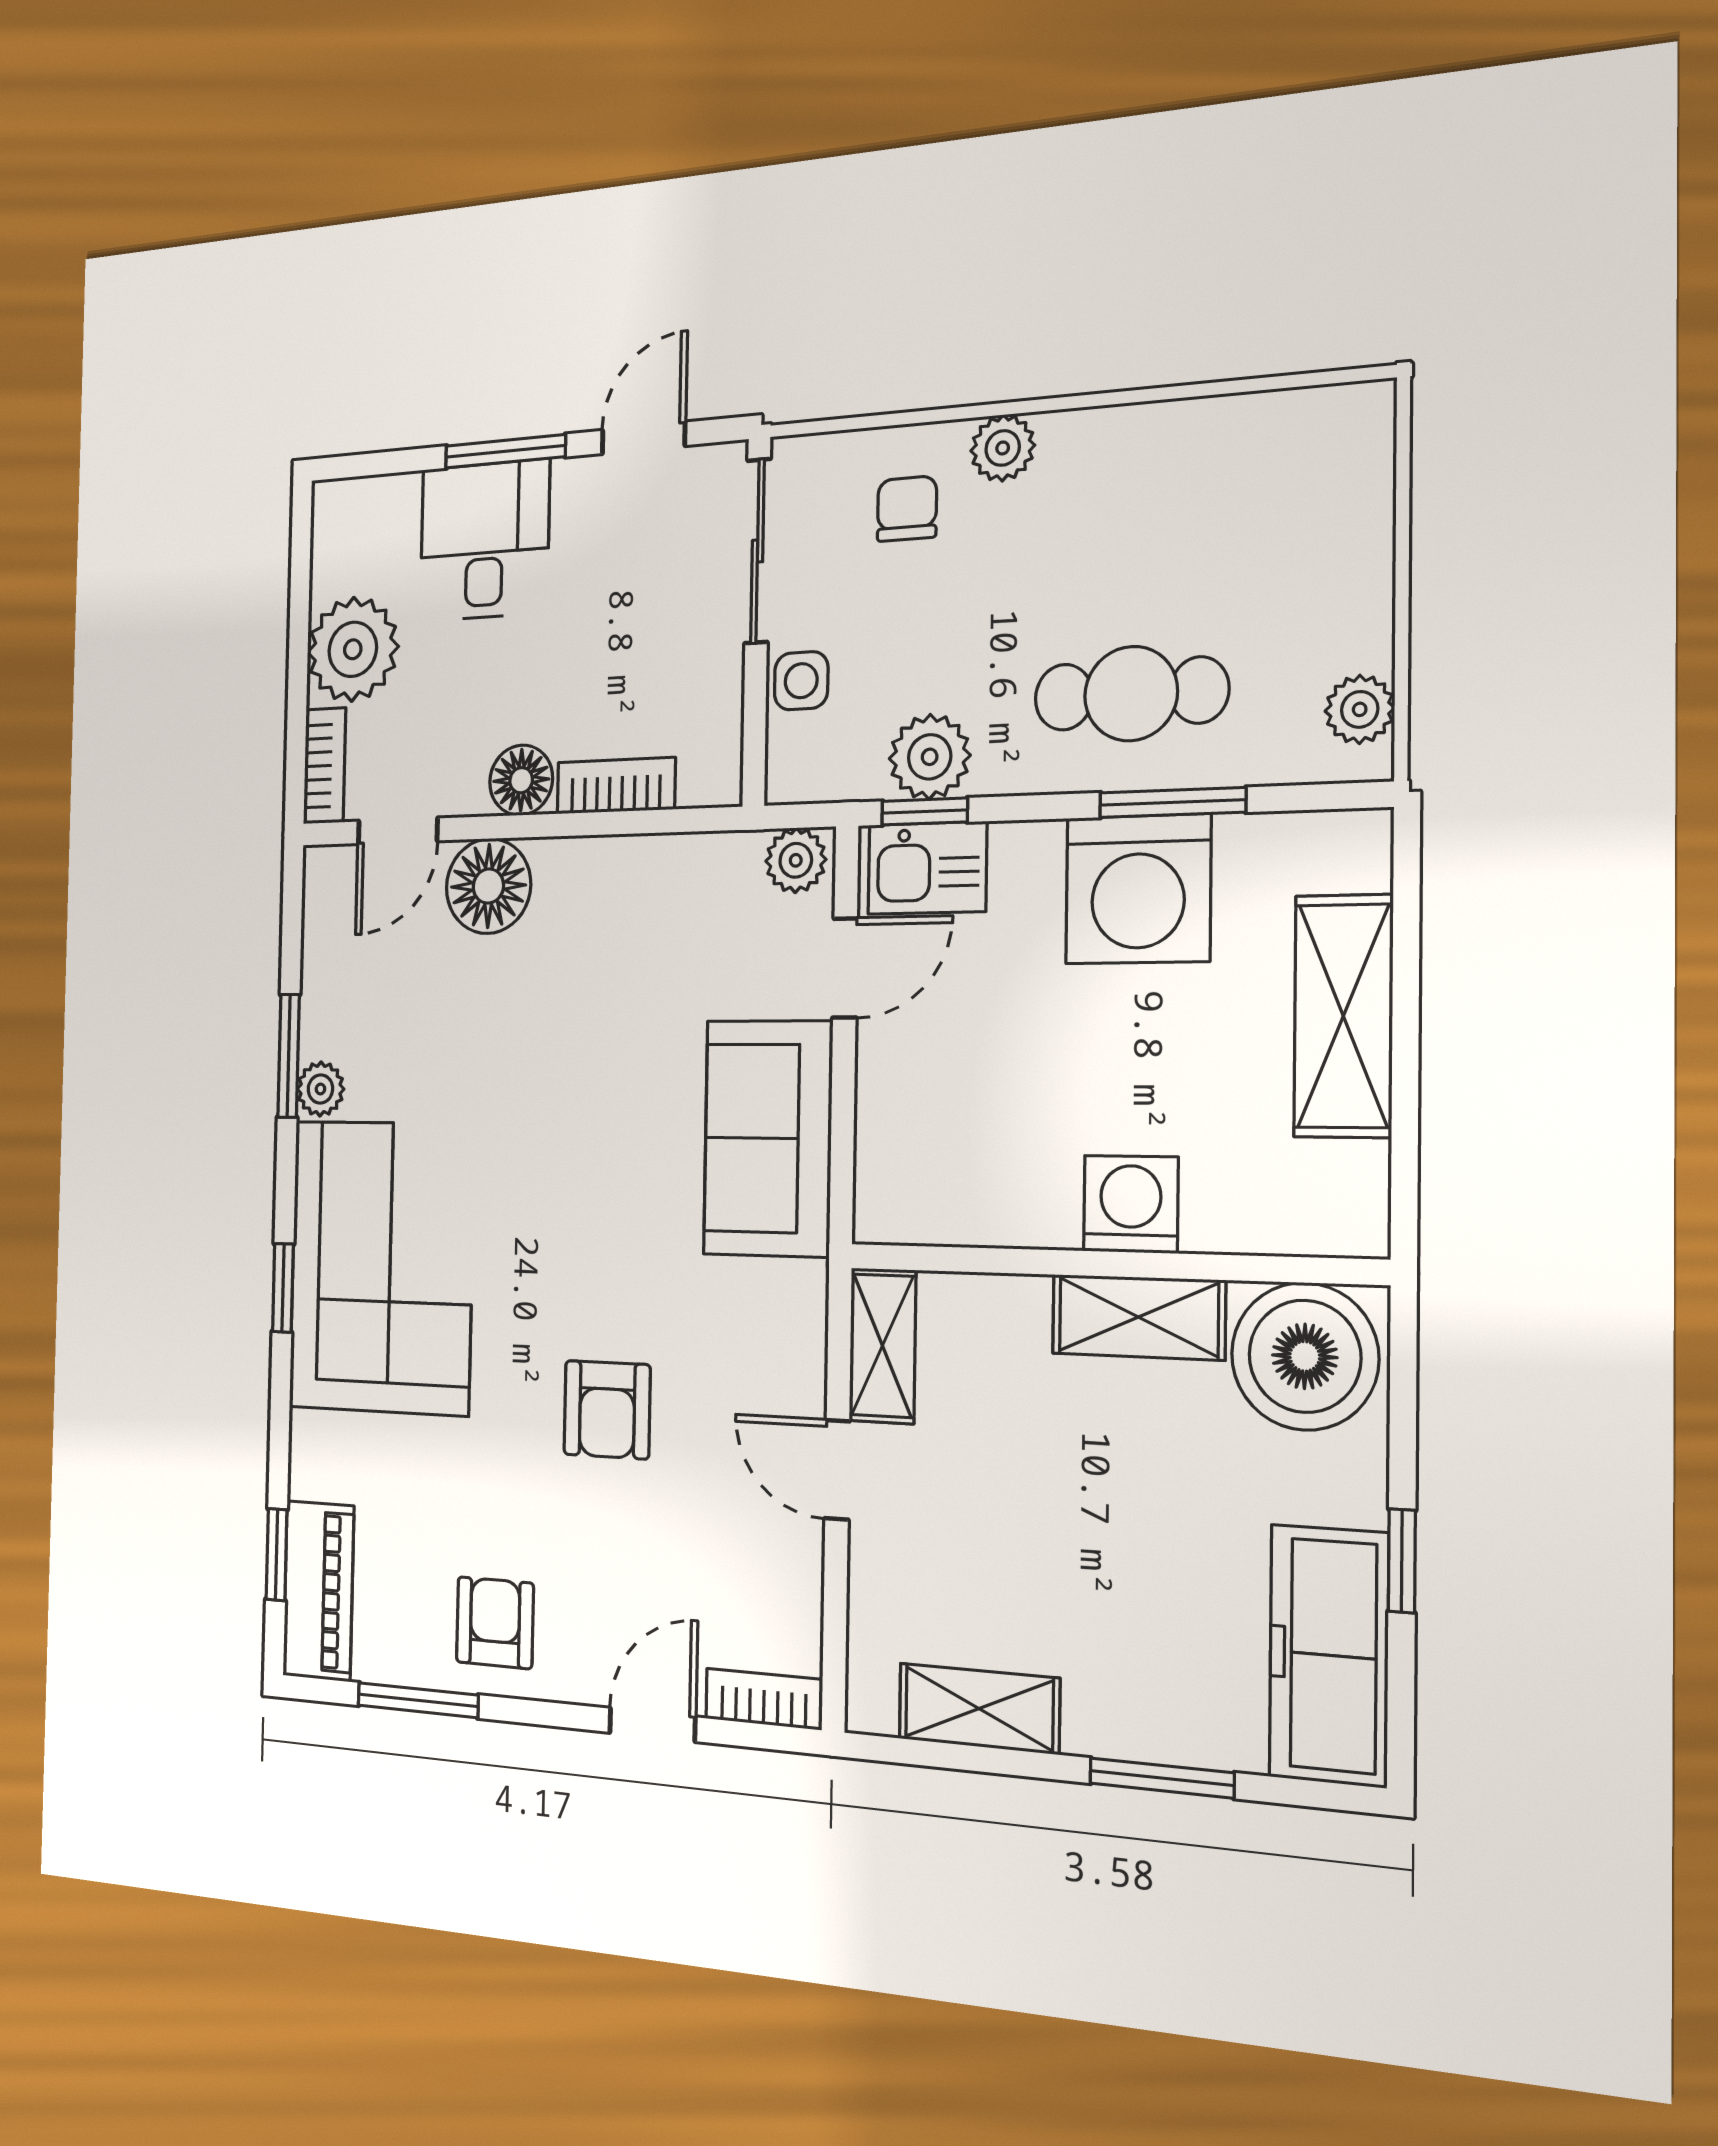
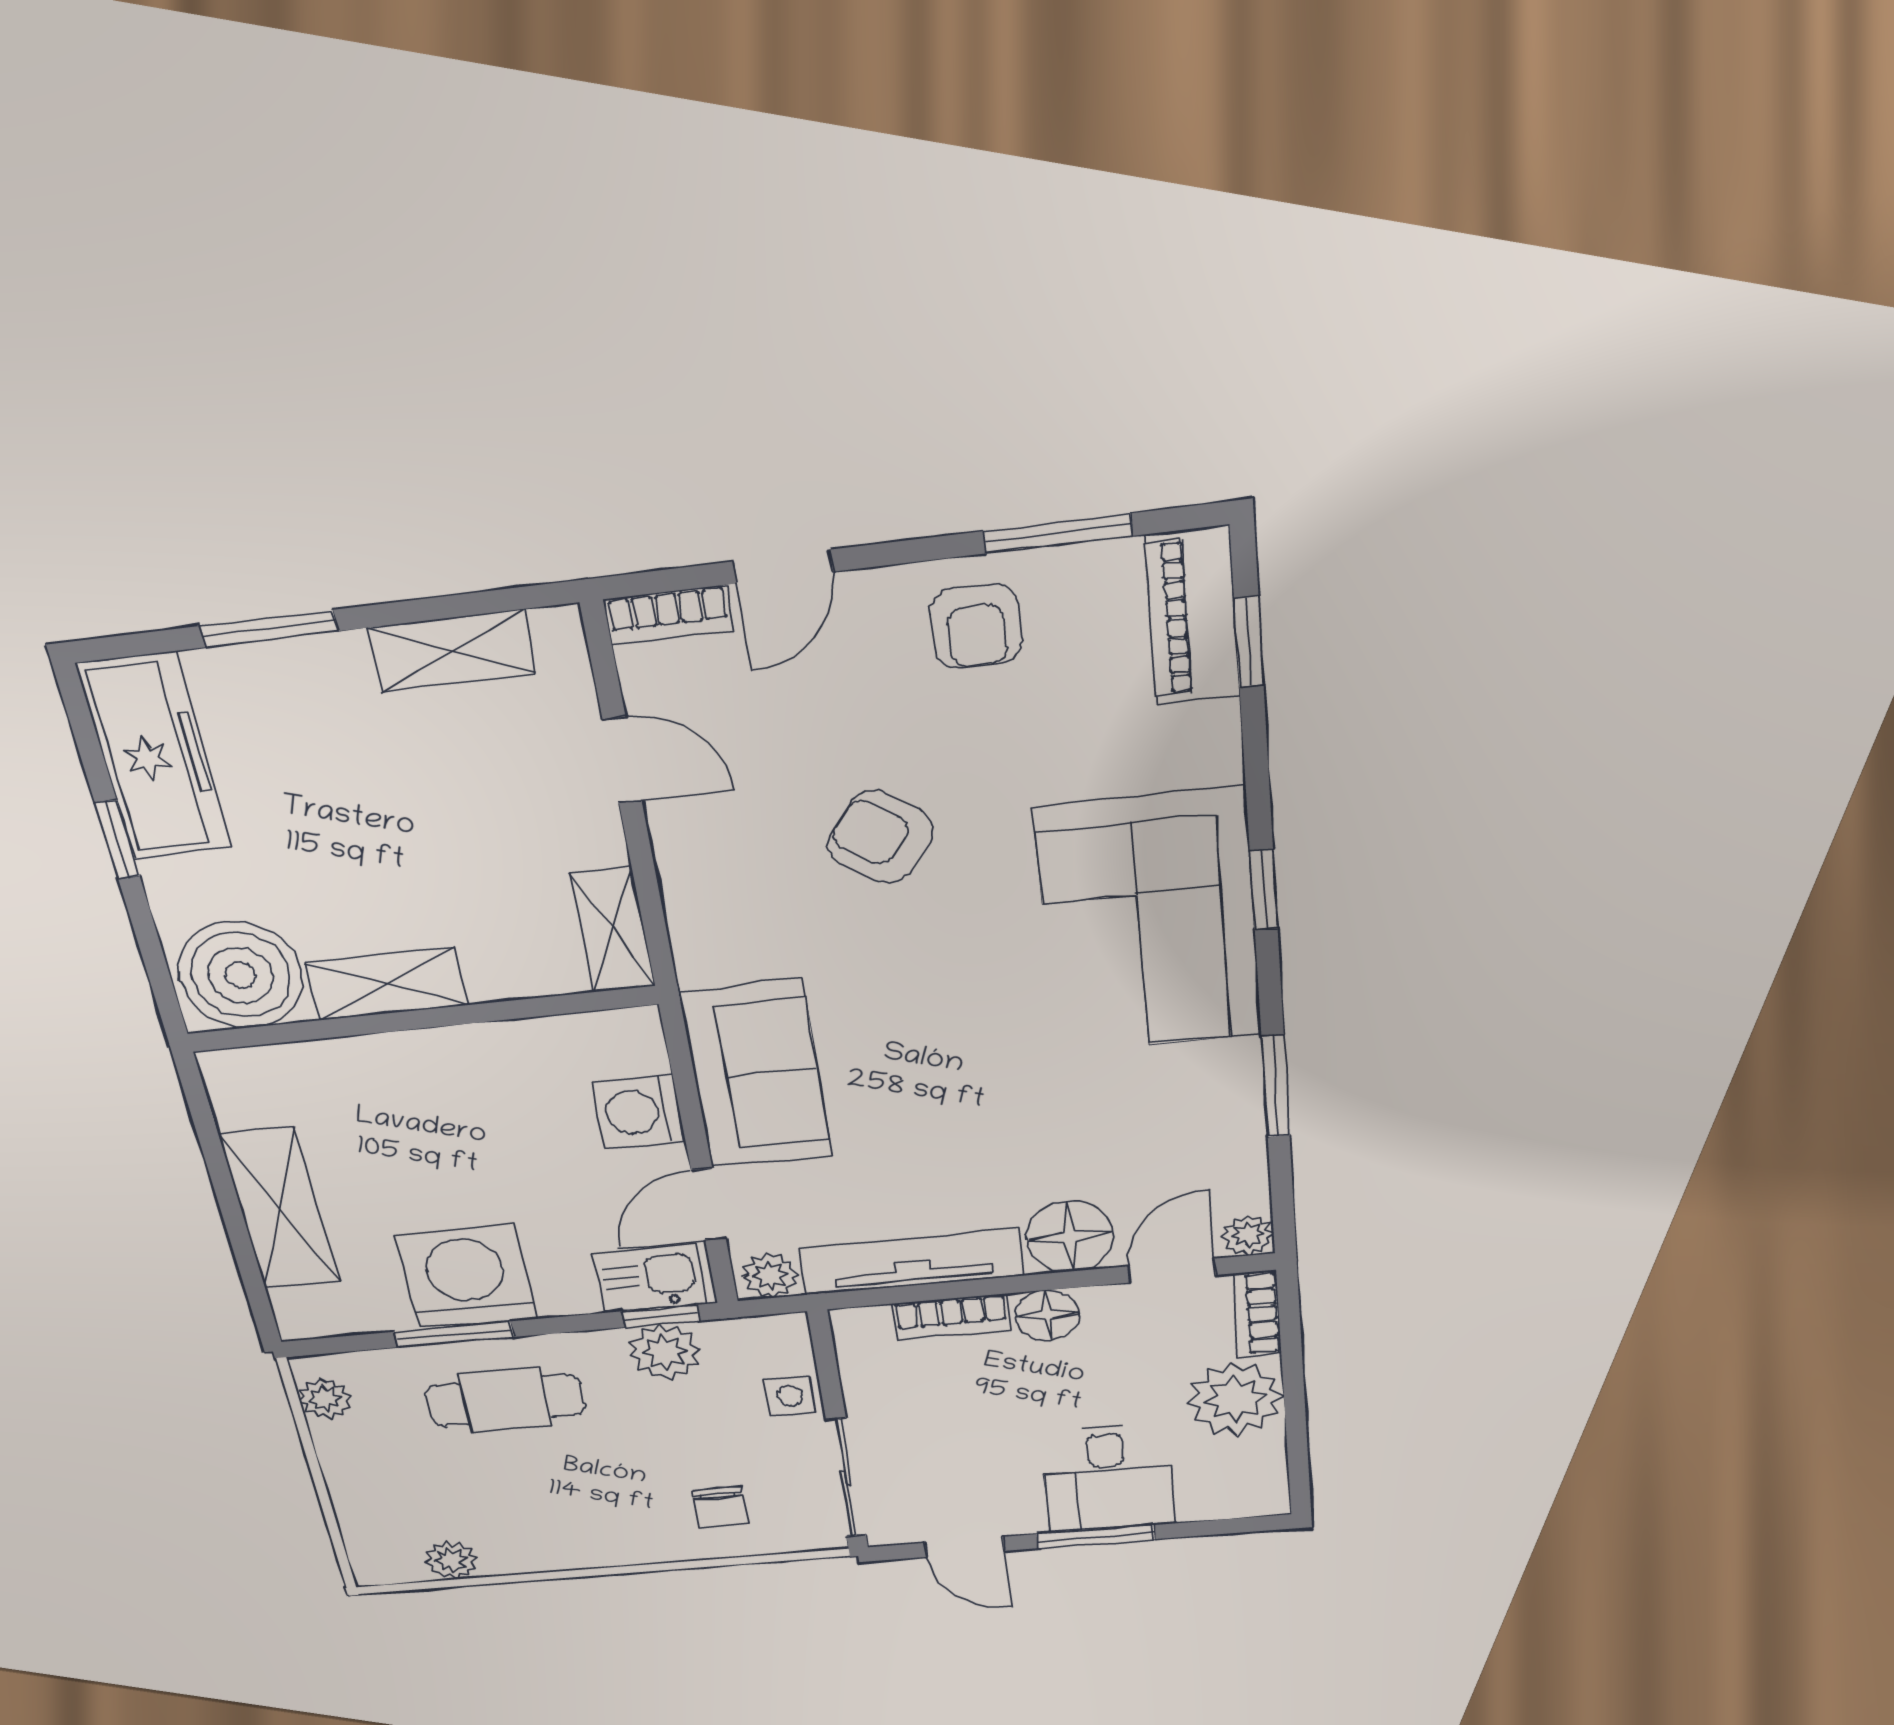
door: (643, 438) -> (964, 1547), hinge flipped
plant: (1003, 448) -> (451, 1560), moved
tv unit: (646, 866) -> (912, 1262), added
plant: (320, 1089) -> (1248, 1235), moved
washing machine: (1131, 1204) -> (639, 1112), moved, turned 90
armchair: (607, 1410) -> (880, 837), turned -54
door: (837, 1470) -> (622, 760), moved

